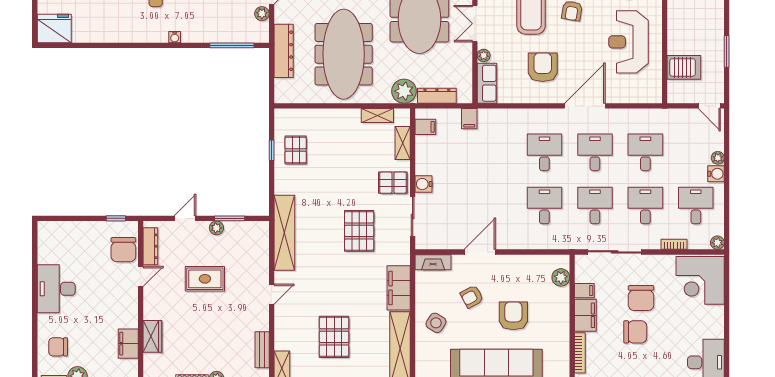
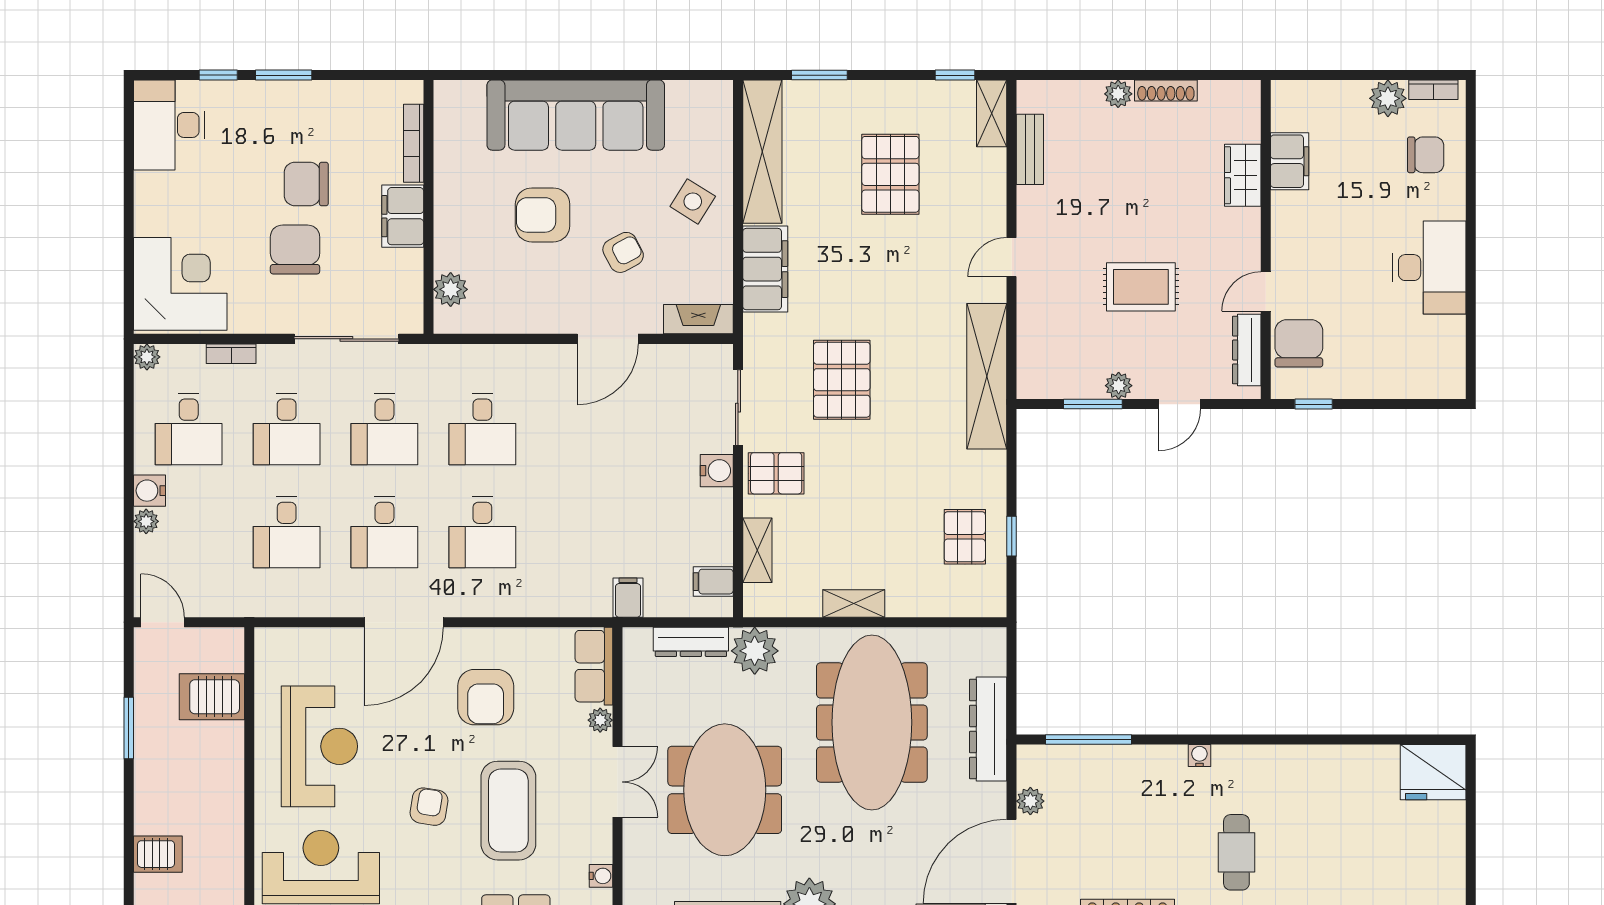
shelving: (377, 116) -> (854, 603), moved
filing cabinet: (584, 291) -> (405, 264), removed
armchair: (513, 316) -> (543, 215), turned 90

